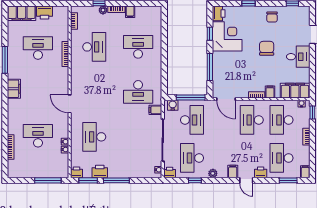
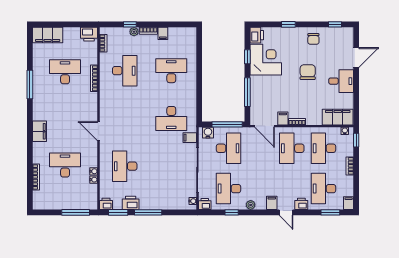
printer: (44, 13) -> (89, 34), moved
filing cabinet: (14, 89) -> (39, 131), moved
filing cabinet: (270, 92) -> (283, 118), moved

